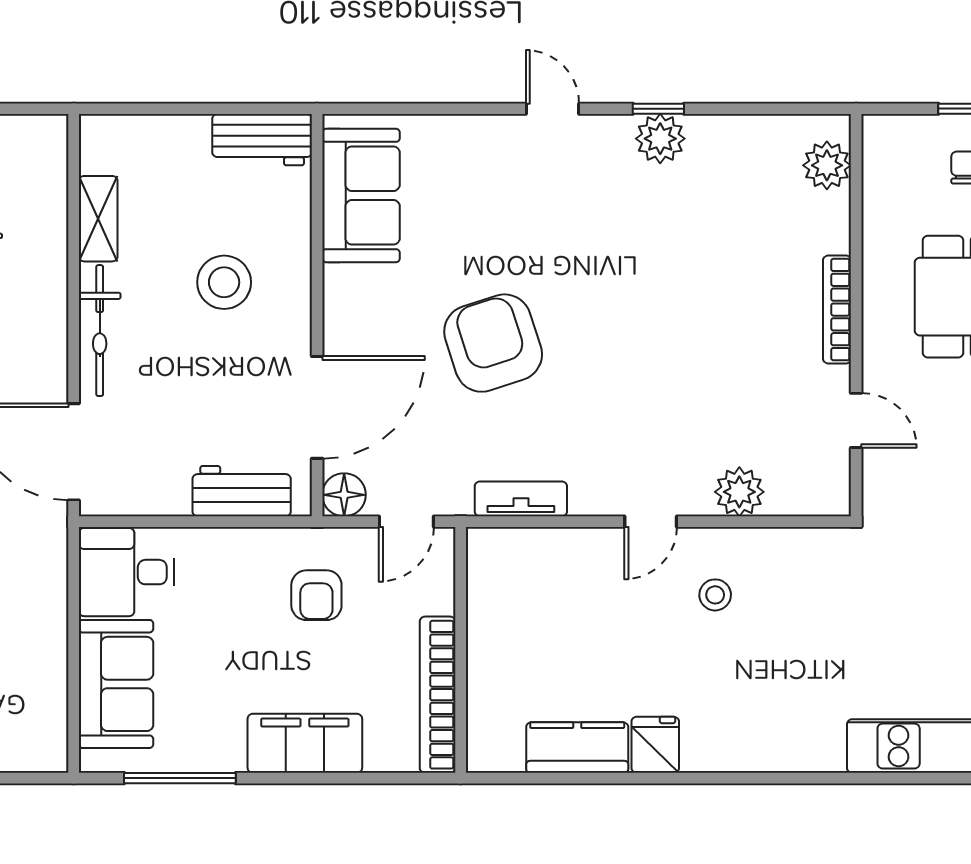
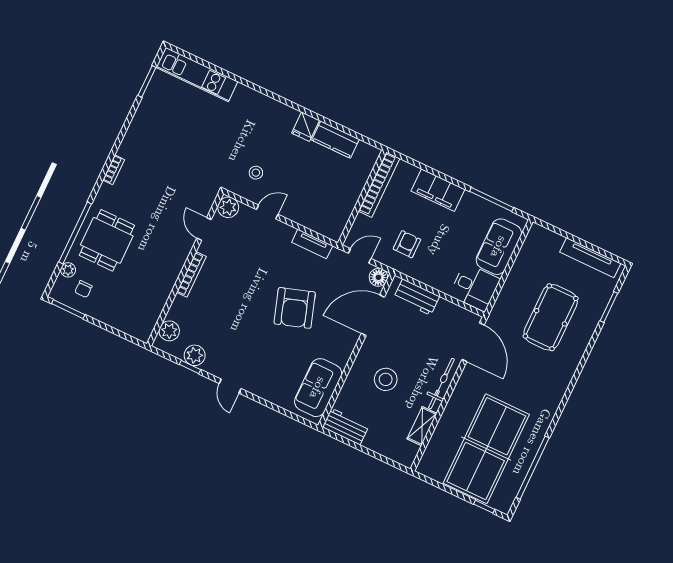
plant: (827, 165) -> (169, 331), moved
bookcase: (837, 310) -> (191, 274), moved
wall: (856, 315) -> (185, 269), moved
door: (856, 420) -> (204, 229), moved

